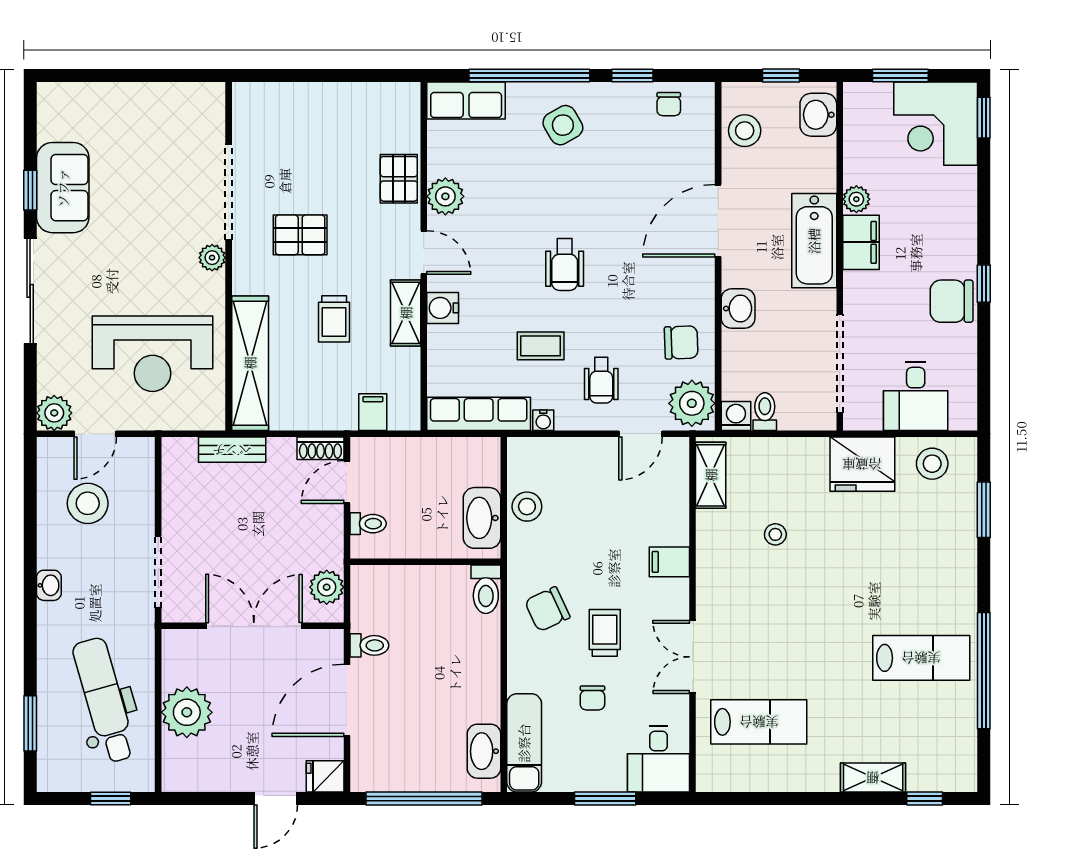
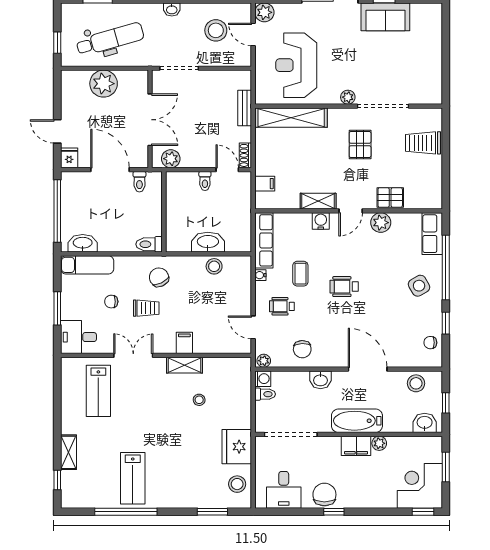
trolley: (334, 319) -> (423, 143), moved, width x1.36, depth x1.39
desk: (916, 396) -> (284, 490), moved, turned -90
plant: (692, 403) -> (264, 361), width x0.53, depth x0.53
shelving: (711, 475) -> (185, 365), moved
wall: (425, 562) -> (164, 212), moved
toilet: (486, 589) -> (149, 244), moved

